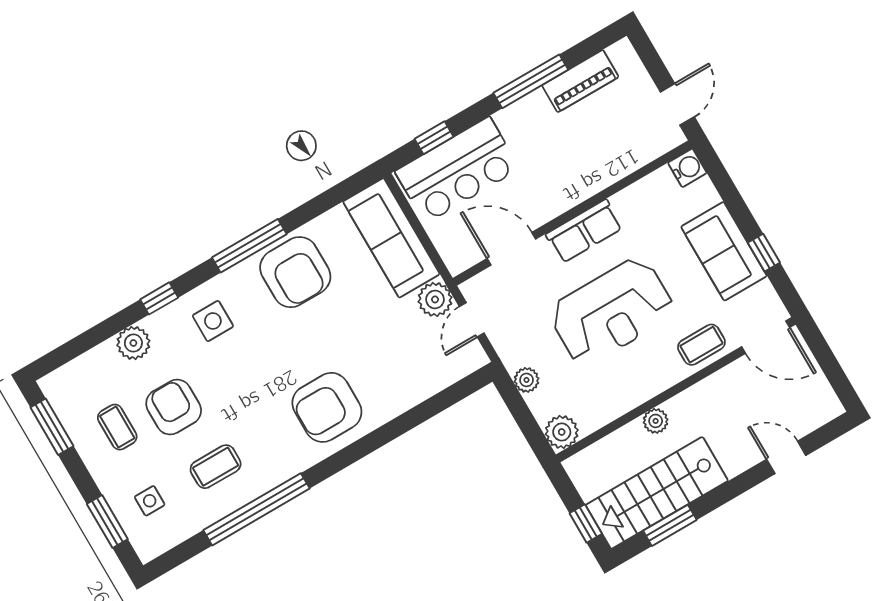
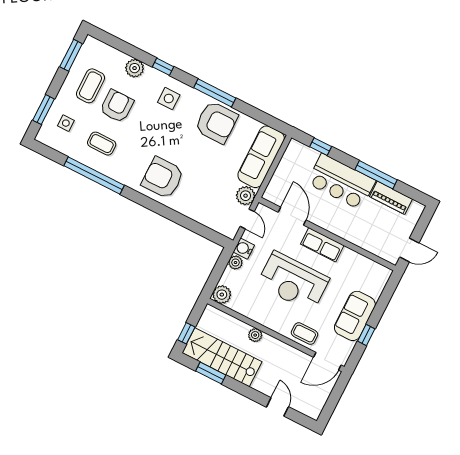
water cooler: (687, 168) -> (244, 249), moved, turned 180
bar counter: (457, 170) -> (341, 182), moved
armchair: (295, 272) -> (216, 122), turned -90
door: (472, 320) -> (247, 219), swing flipped
door: (766, 337) -> (327, 361), hinge flipped
coffee table: (117, 427) -> (91, 86), width x1.36, depth x1.30

